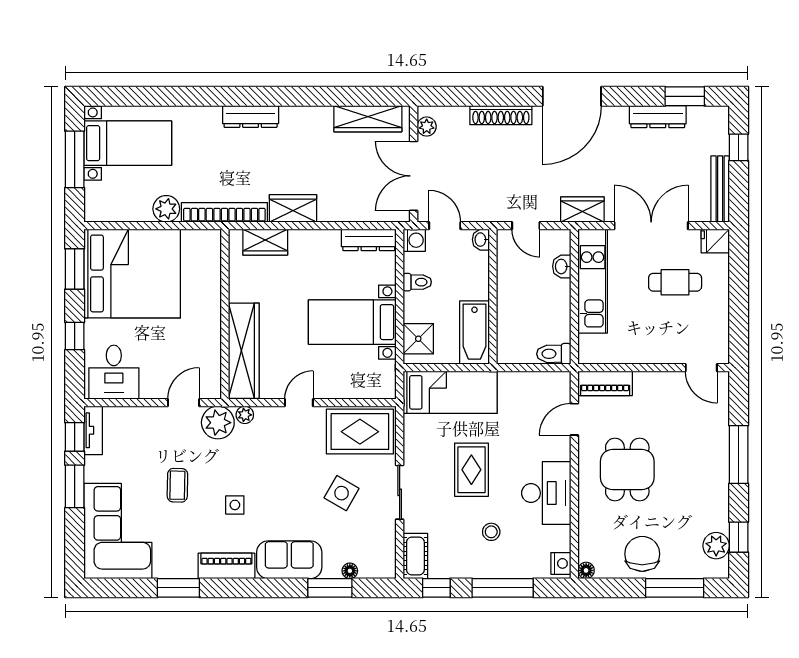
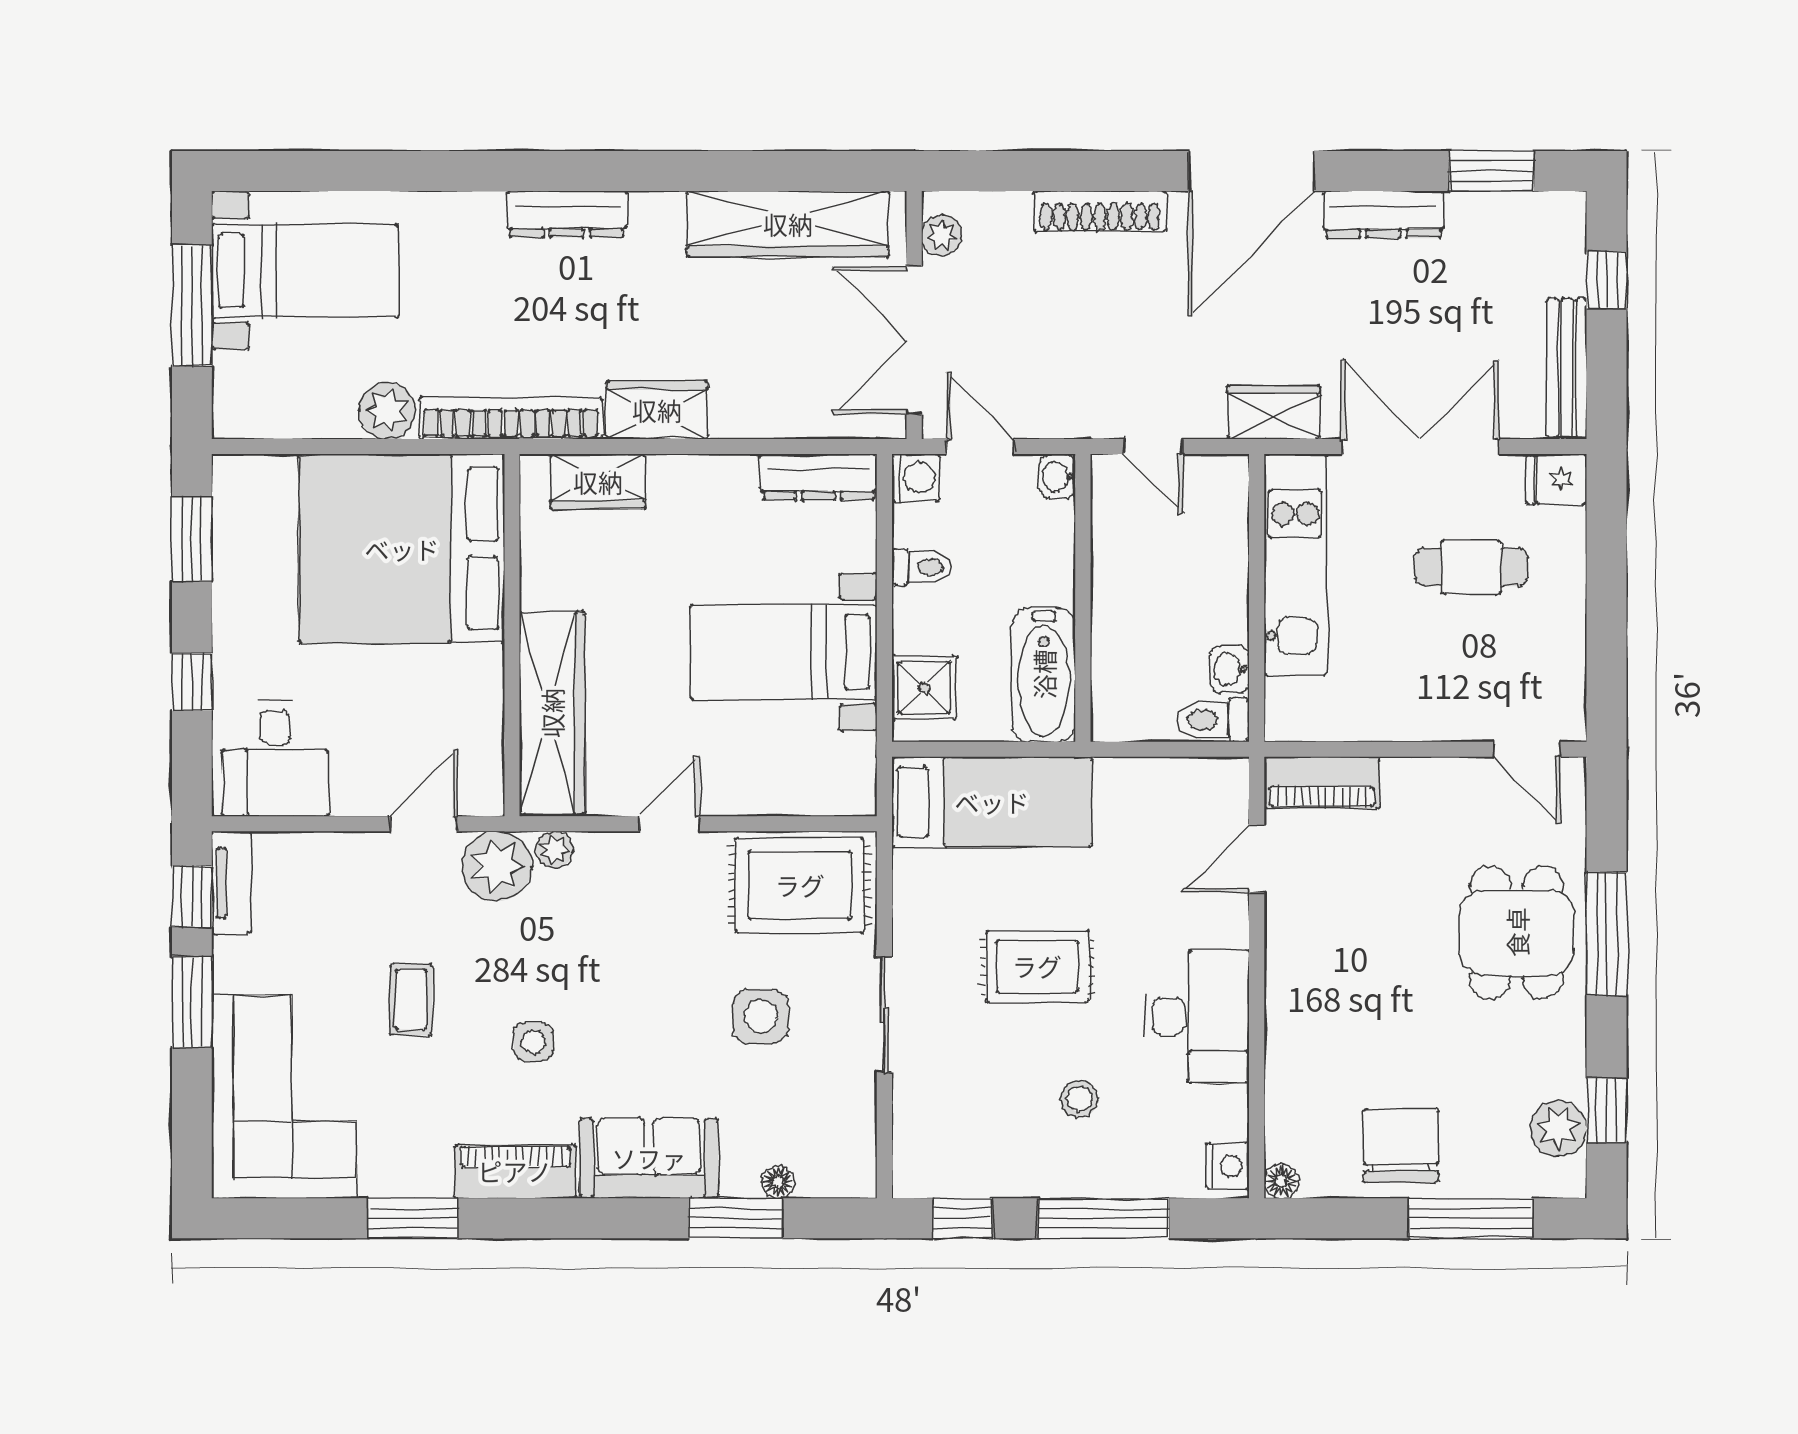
dresser: (658, 117) -> (1383, 214), moved
wardrobe: (368, 119) -> (788, 224), width x1.40, depth x1.17
washbasin: (562, 266) -> (1230, 669), moved
bed: (132, 273) -> (402, 549), moved, turned 180
rug: (471, 470) -> (1037, 966), turned 90
dining table: (627, 470) -> (1517, 932), moved
side table: (342, 493) -> (760, 1016), turned -30
cot: (415, 556) -> (918, 1150), removed

